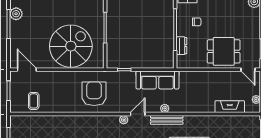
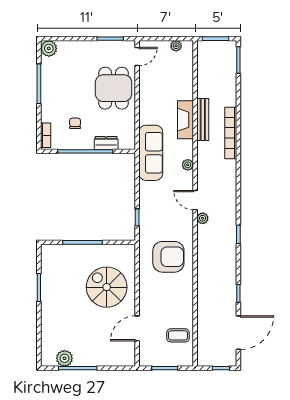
spiral stairs: (71, 46) -> (107, 287), width x0.73, depth x0.73
door: (27, 70) -> (137, 328), moved
sofa: (157, 80) -> (151, 153), moved
armchair: (94, 94) -> (168, 257), turned 180
fireplace: (230, 107) -> (185, 120), moved
bench: (167, 120) -> (203, 120), moved

